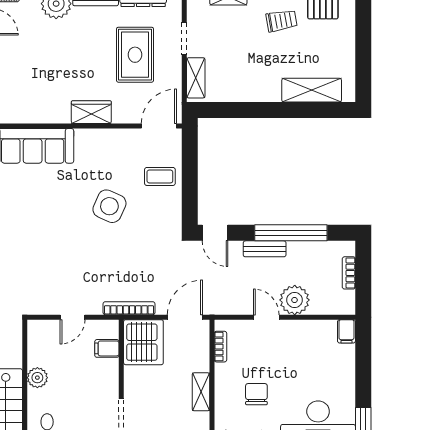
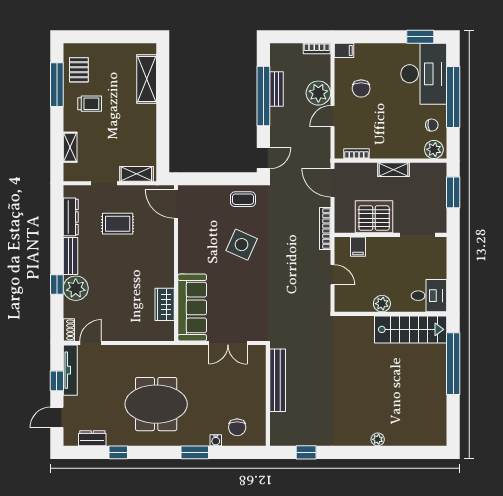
trolley: (281, 21) -> (90, 104), turned 100
rug: (135, 55) -> (118, 224), width x0.73, depth x0.70
wardrobe: (91, 112) -> (165, 304), moved
coffee table: (160, 176) -> (243, 199), moved, turned 90
bench: (265, 249) -> (277, 89), moved
bookcase: (349, 273) -> (317, 49), moved
server rack: (143, 342) -> (374, 217), moved
chair: (256, 394) -> (361, 89), moved, turned -90

